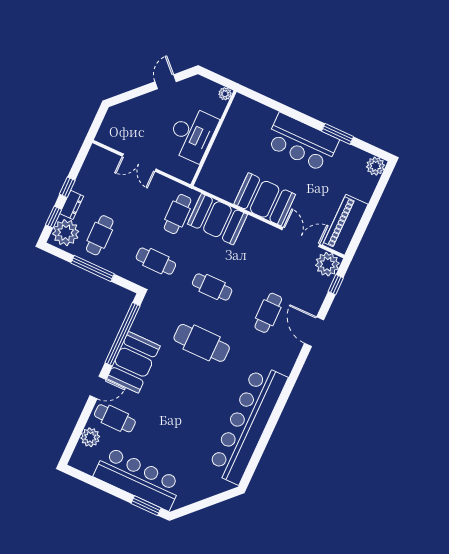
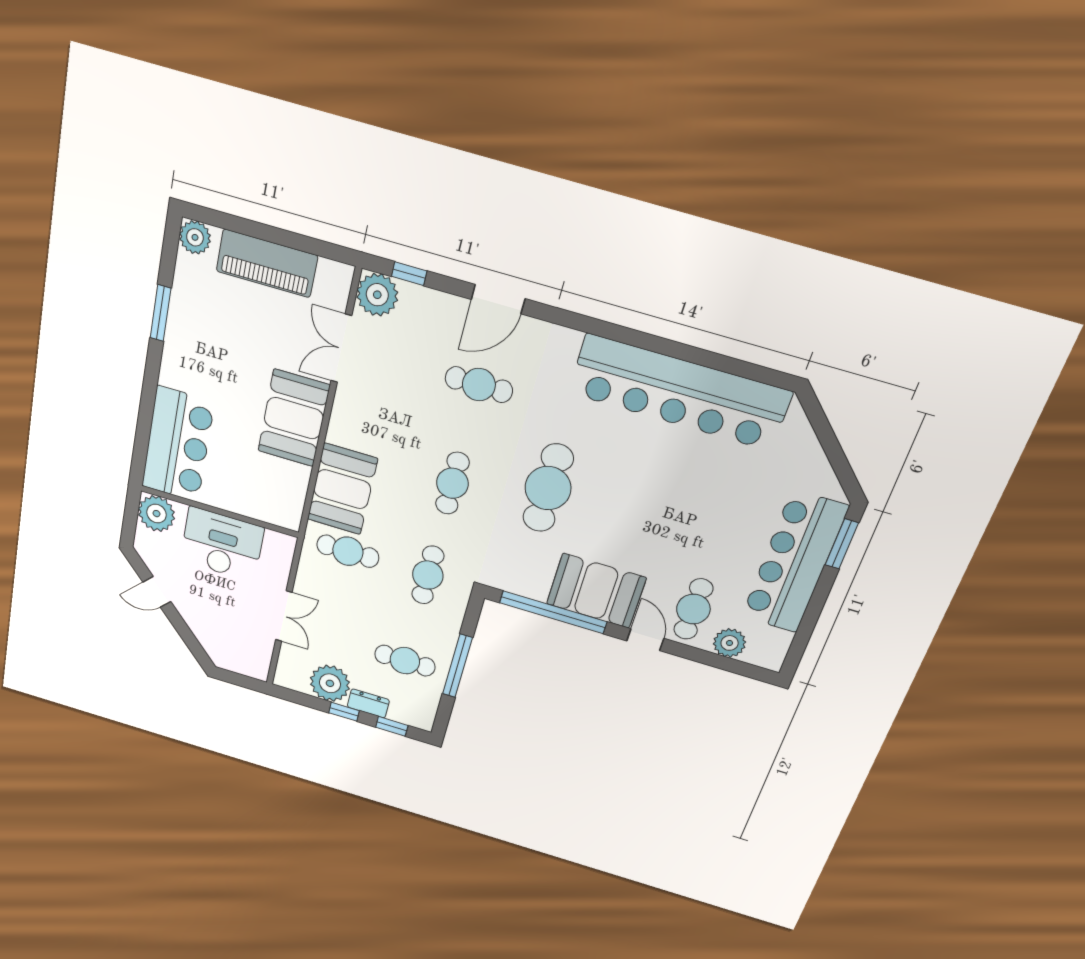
plant: (225, 94) -> (157, 514), width x1.88, depth x1.88
bar counter: (302, 142) -> (178, 444), moved
piano: (345, 225) -> (267, 263), moved
plant: (66, 233) -> (330, 683), moved

